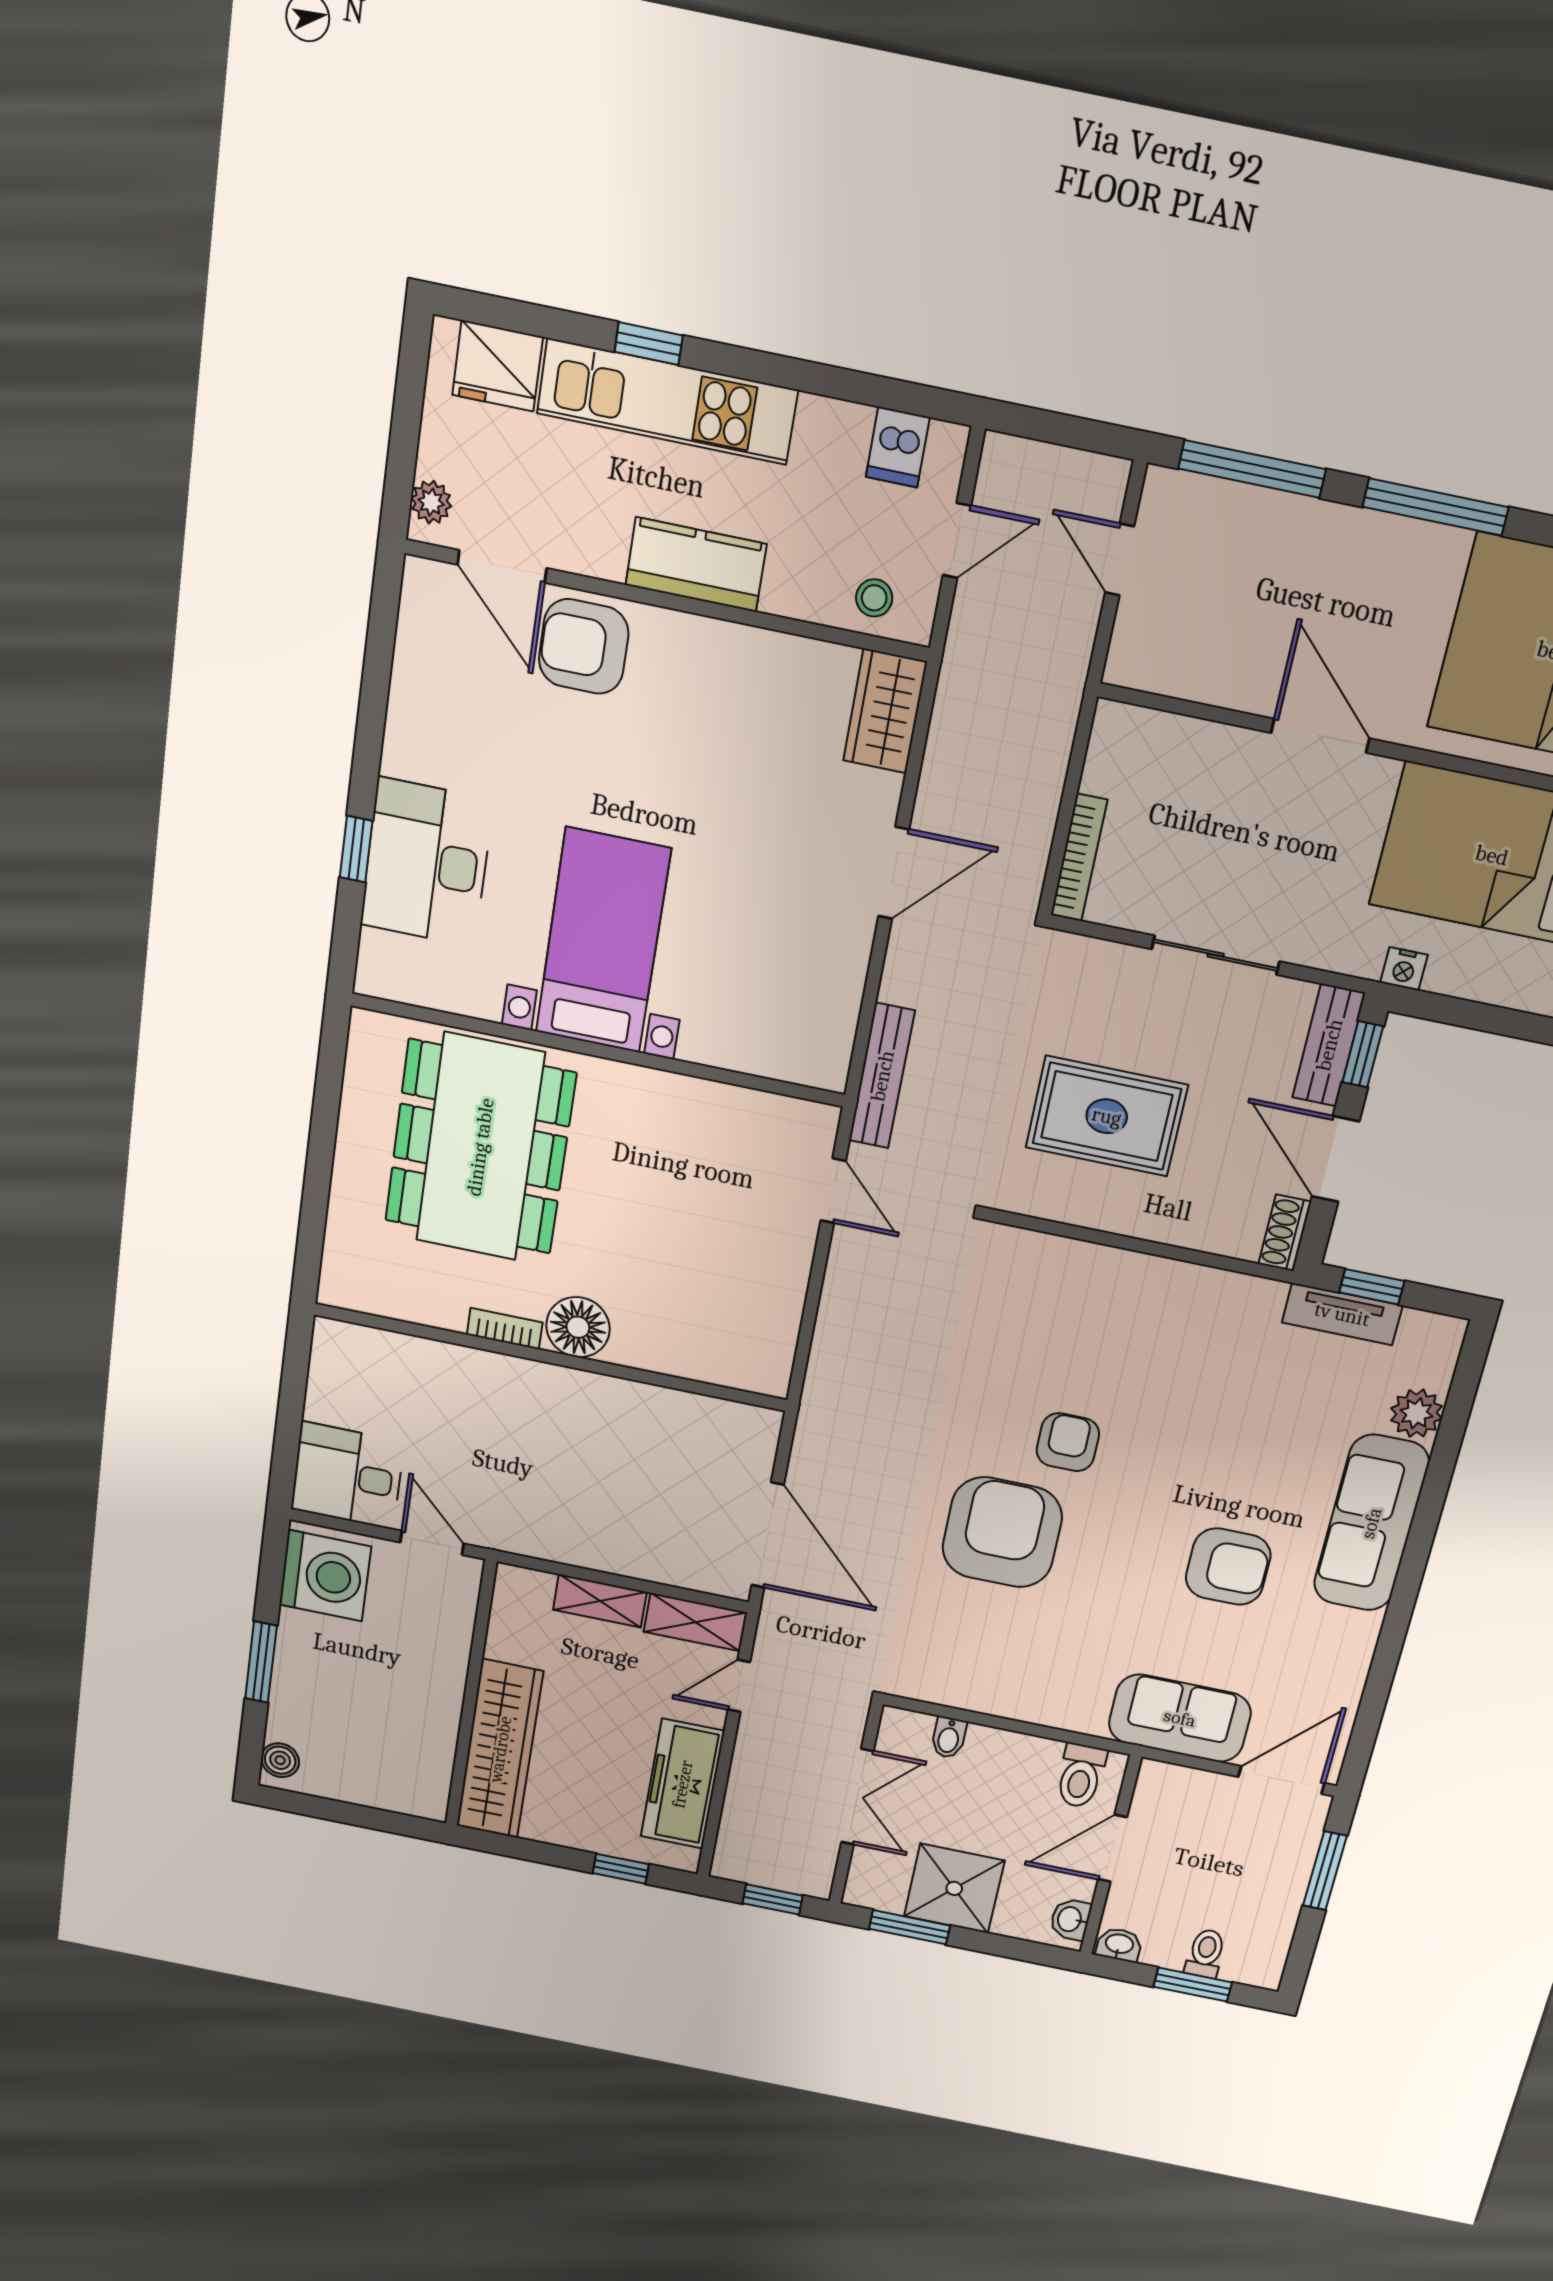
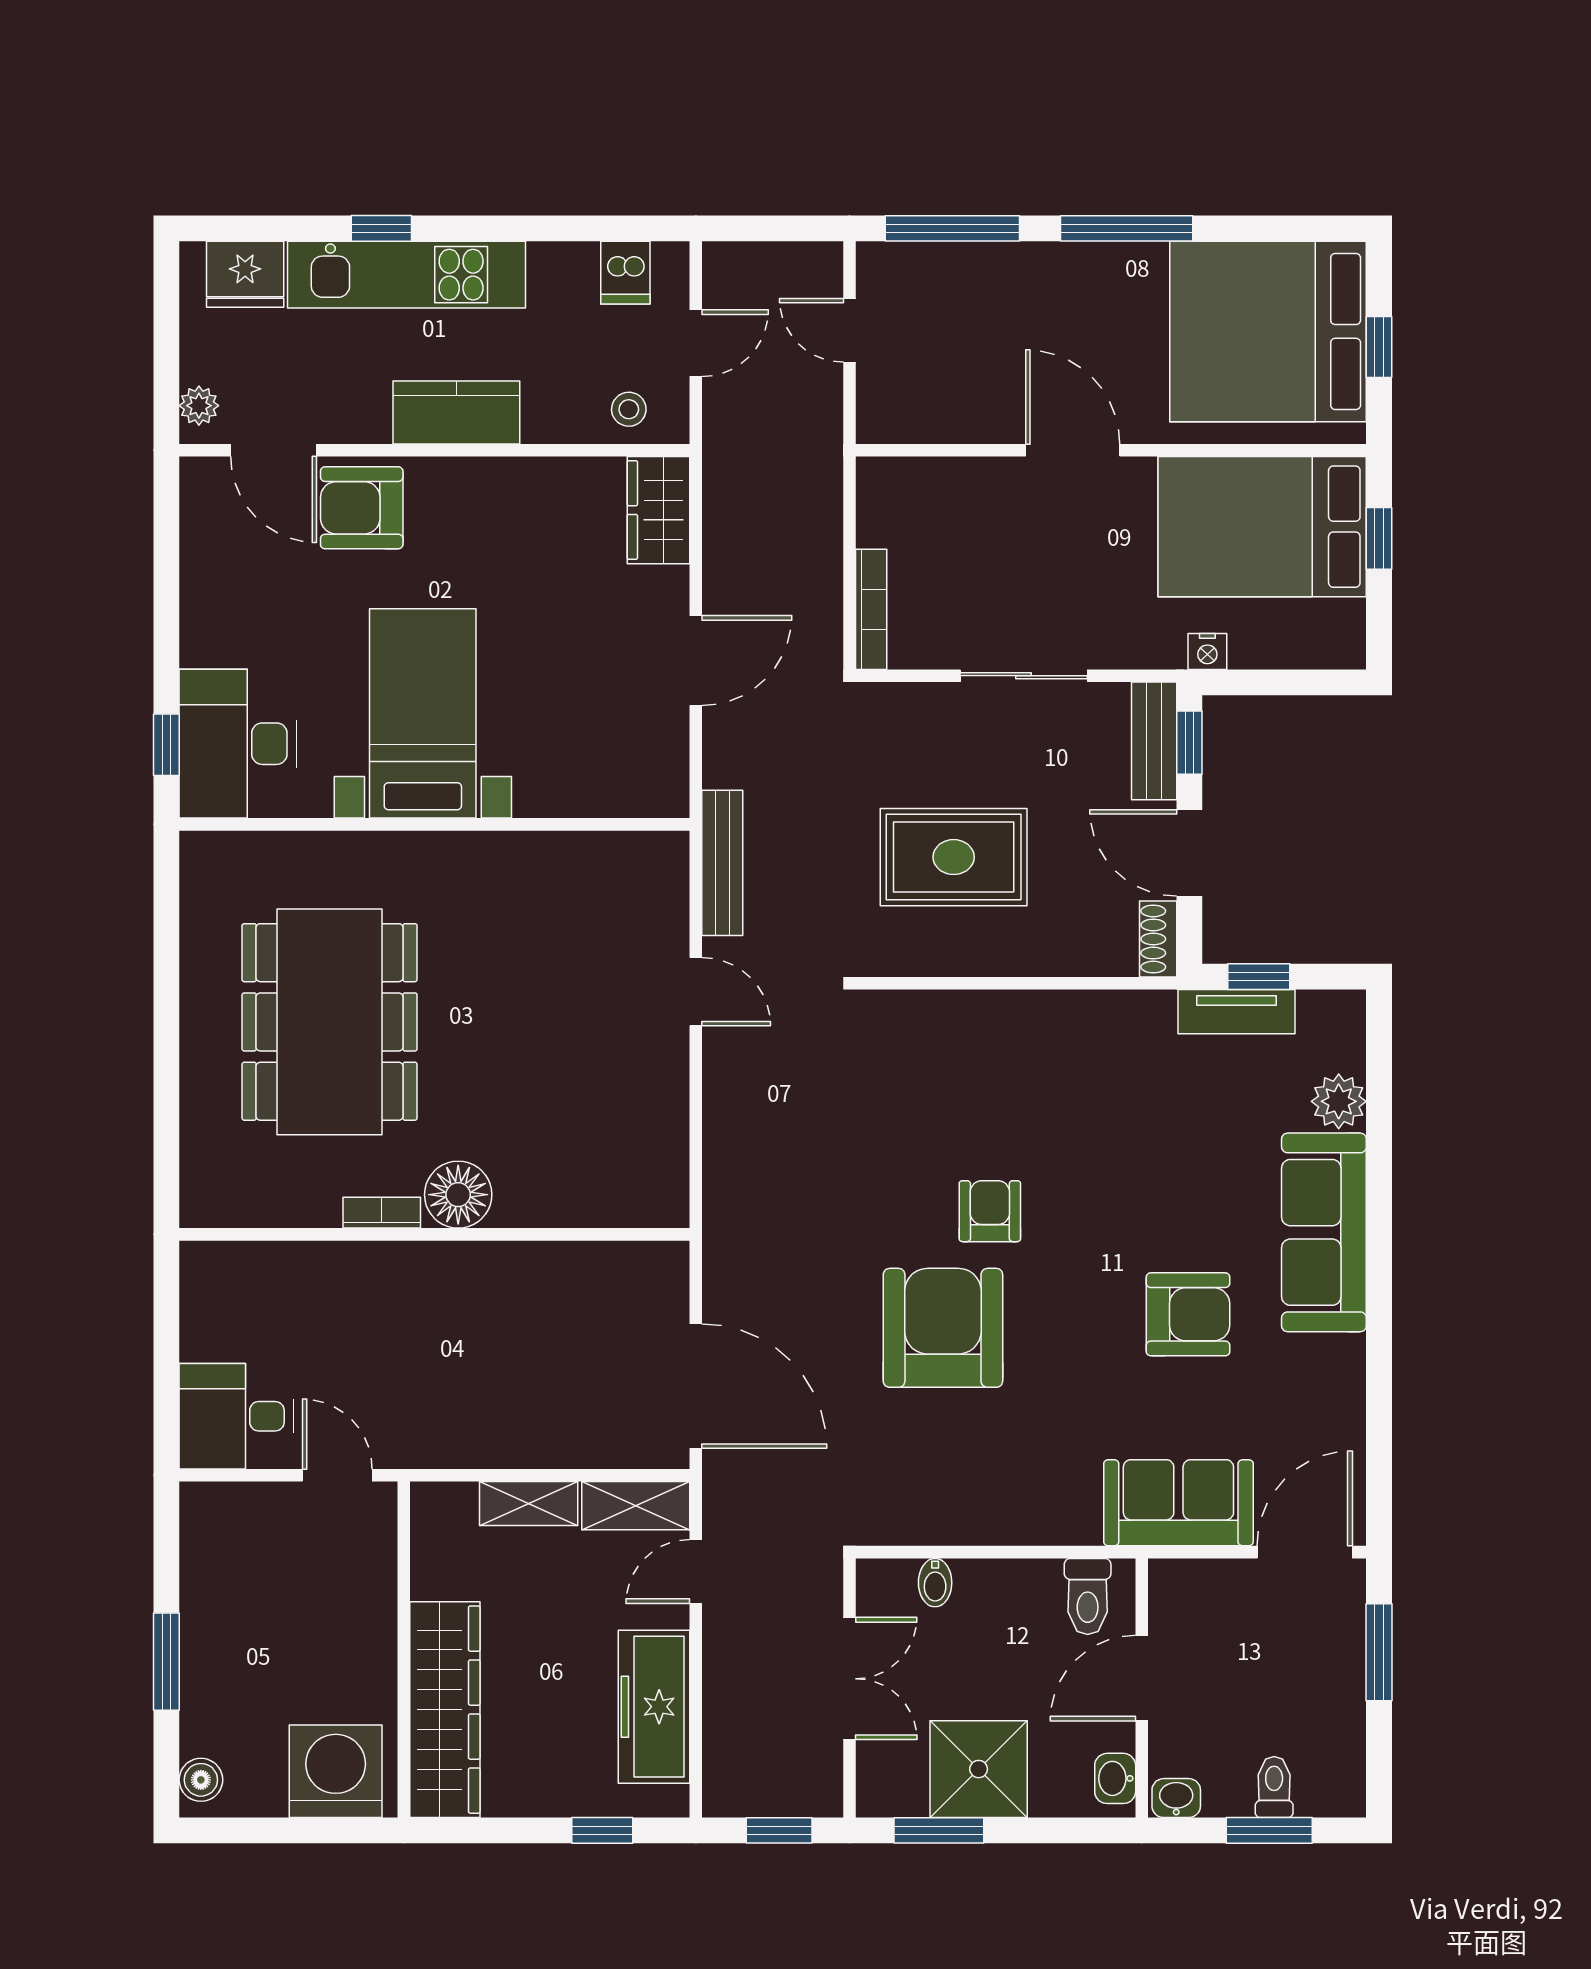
bed with nightstands: (603, 941) -> (423, 713), moved
wall: (598, 1050) -> (434, 824), moved
washing machine: (325, 1576) -> (336, 1771), moved, turned -90

